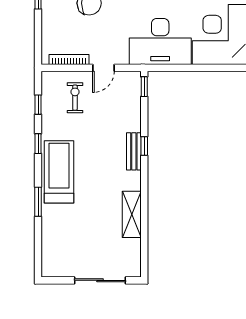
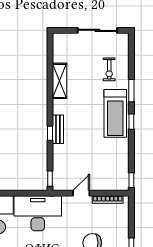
exercise bike: (75, 98) -> (109, 69), moved
window: (38, 105) -> (131, 180), moved
window: (38, 144) -> (131, 122), moved
sliding door: (100, 280) -> (97, 30), moved

